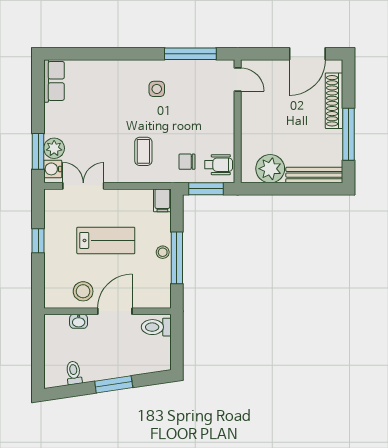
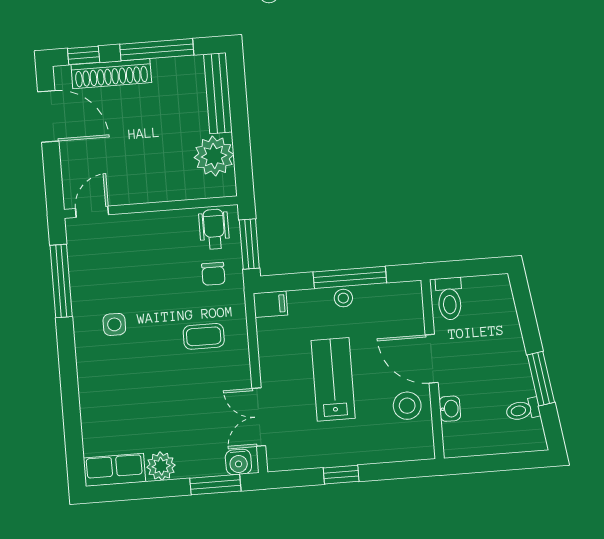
window: (349, 82) -> (84, 55), added
plant: (54, 148) -> (161, 466), moved
window: (114, 384) -> (541, 379), moved

